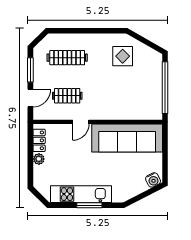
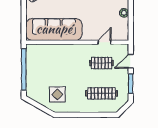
door: (81, 122) -> (105, 42), moved
locker: (39, 140) -> (124, 28), removed

